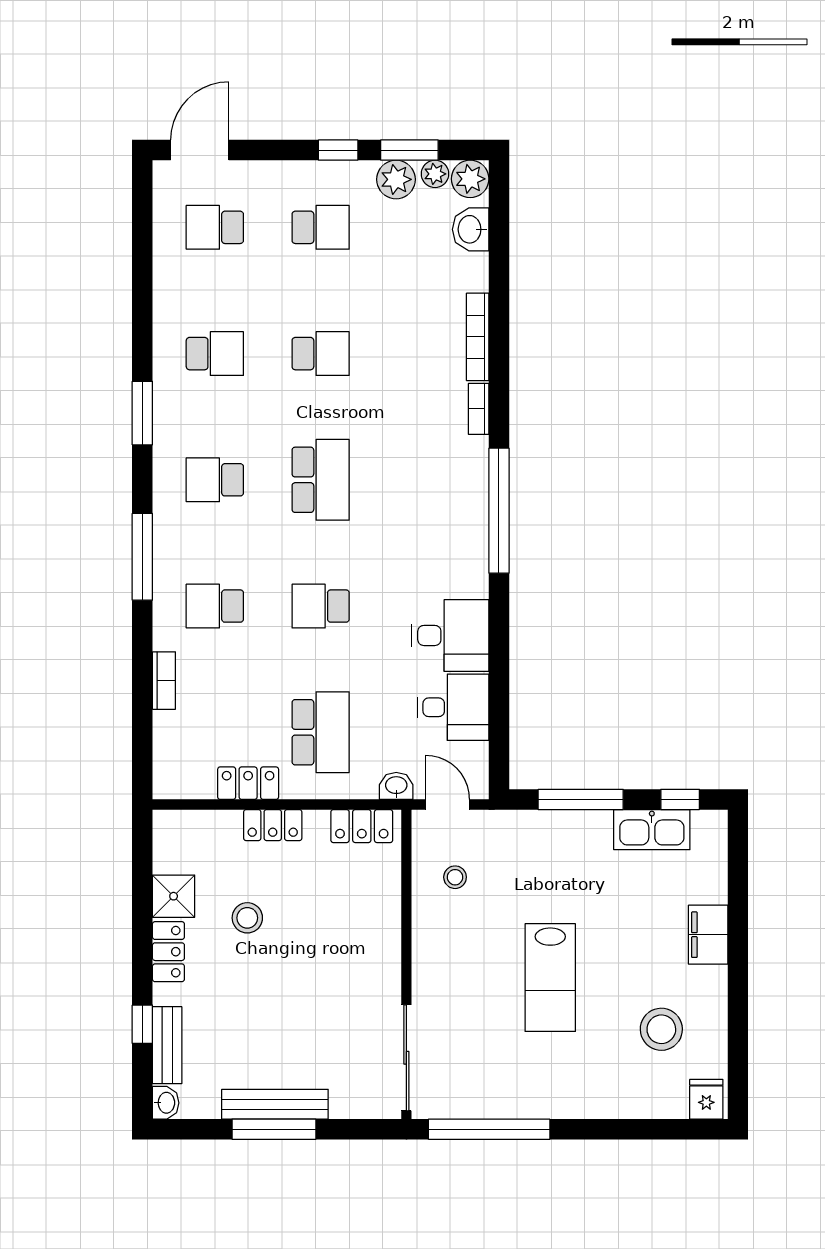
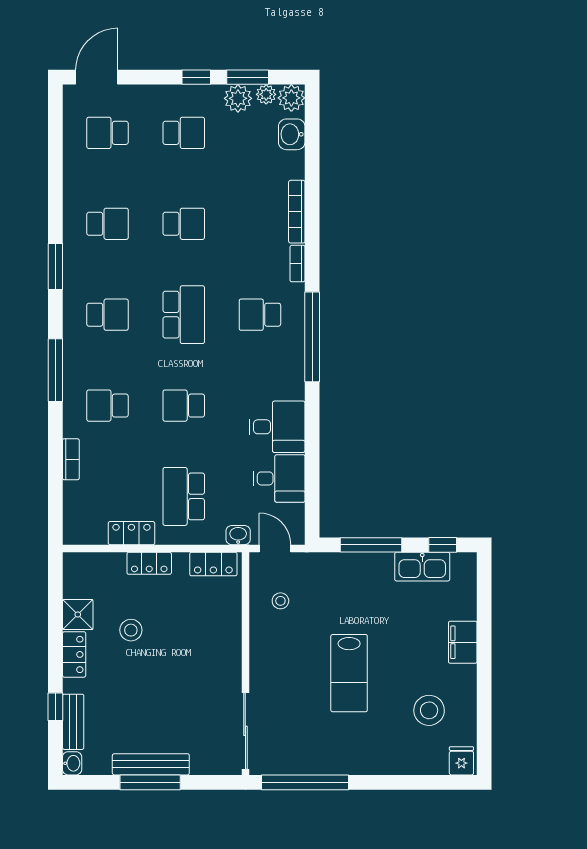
school desk: (215, 480) -> (108, 315), turned 180
school desk: (426, 480) -> (260, 315), added
school desk: (321, 732) -> (184, 496), turned 180

